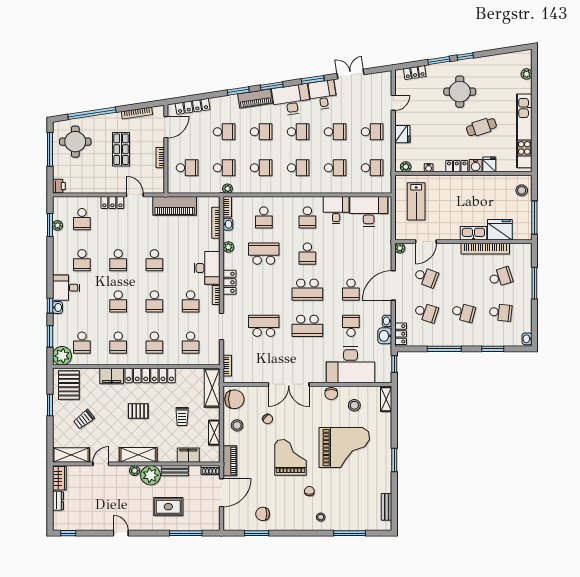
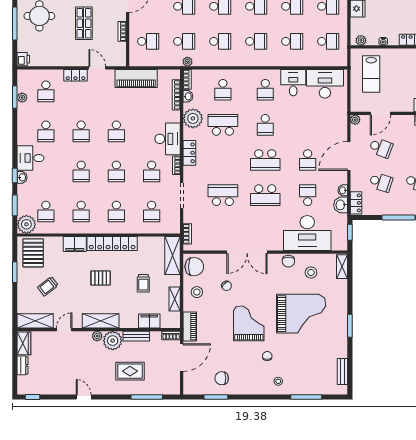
plant: (228, 247) -> (193, 118), width x1.87, depth x1.87

